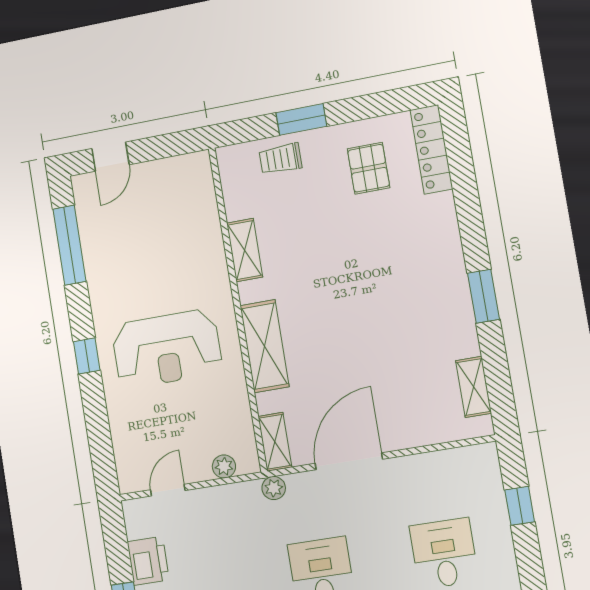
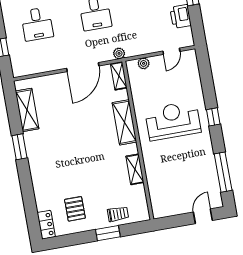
locker: (431, 149) -> (46, 225), width x0.66
shelving: (474, 387) -> (27, 110), width x1.50, depth x1.33

